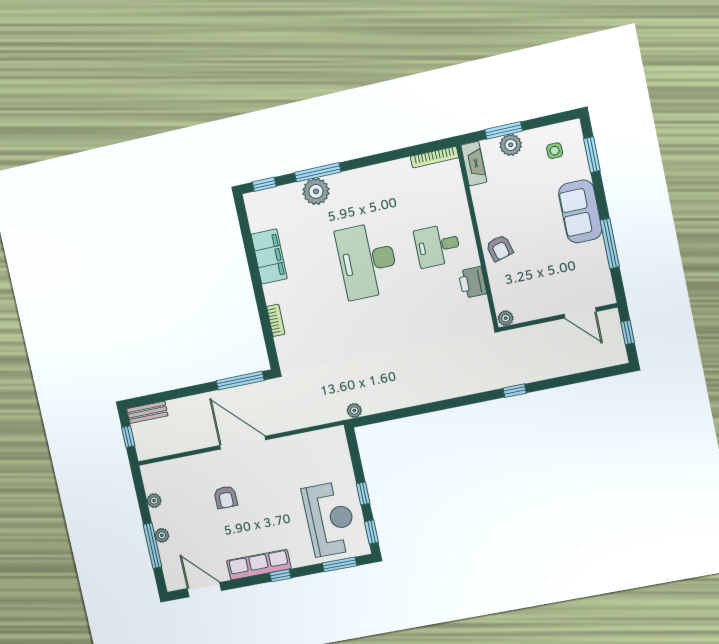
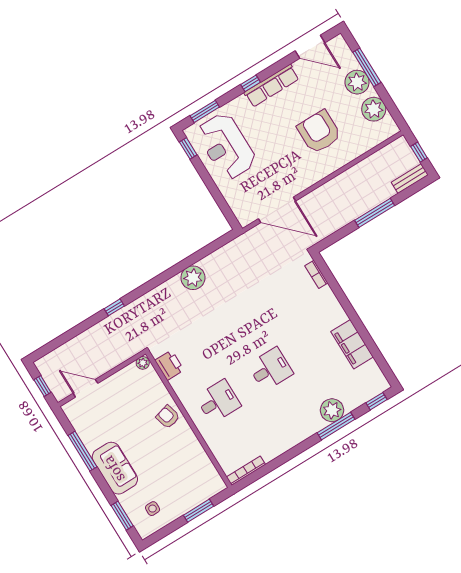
plant: (511, 145) -> (189, 501), removed
fireplace: (474, 164) -> (213, 476), removed
desk: (367, 261) -> (270, 369), width x0.53, depth x0.77
printer: (472, 282) -> (169, 365), moved
bookcase: (276, 320) -> (316, 274), moved
window: (240, 381) -> (375, 213), moved
plant: (354, 411) -> (193, 278), moved, width x1.88, depth x1.88
door: (243, 443) -> (277, 210), moved
window: (363, 493) -> (206, 178), removed
armchair: (226, 497) -> (319, 132), width x1.88, depth x1.88
plant: (154, 501) -> (374, 109), width x1.87, depth x1.87
plant: (162, 535) -> (357, 82), width x1.88, depth x1.88

